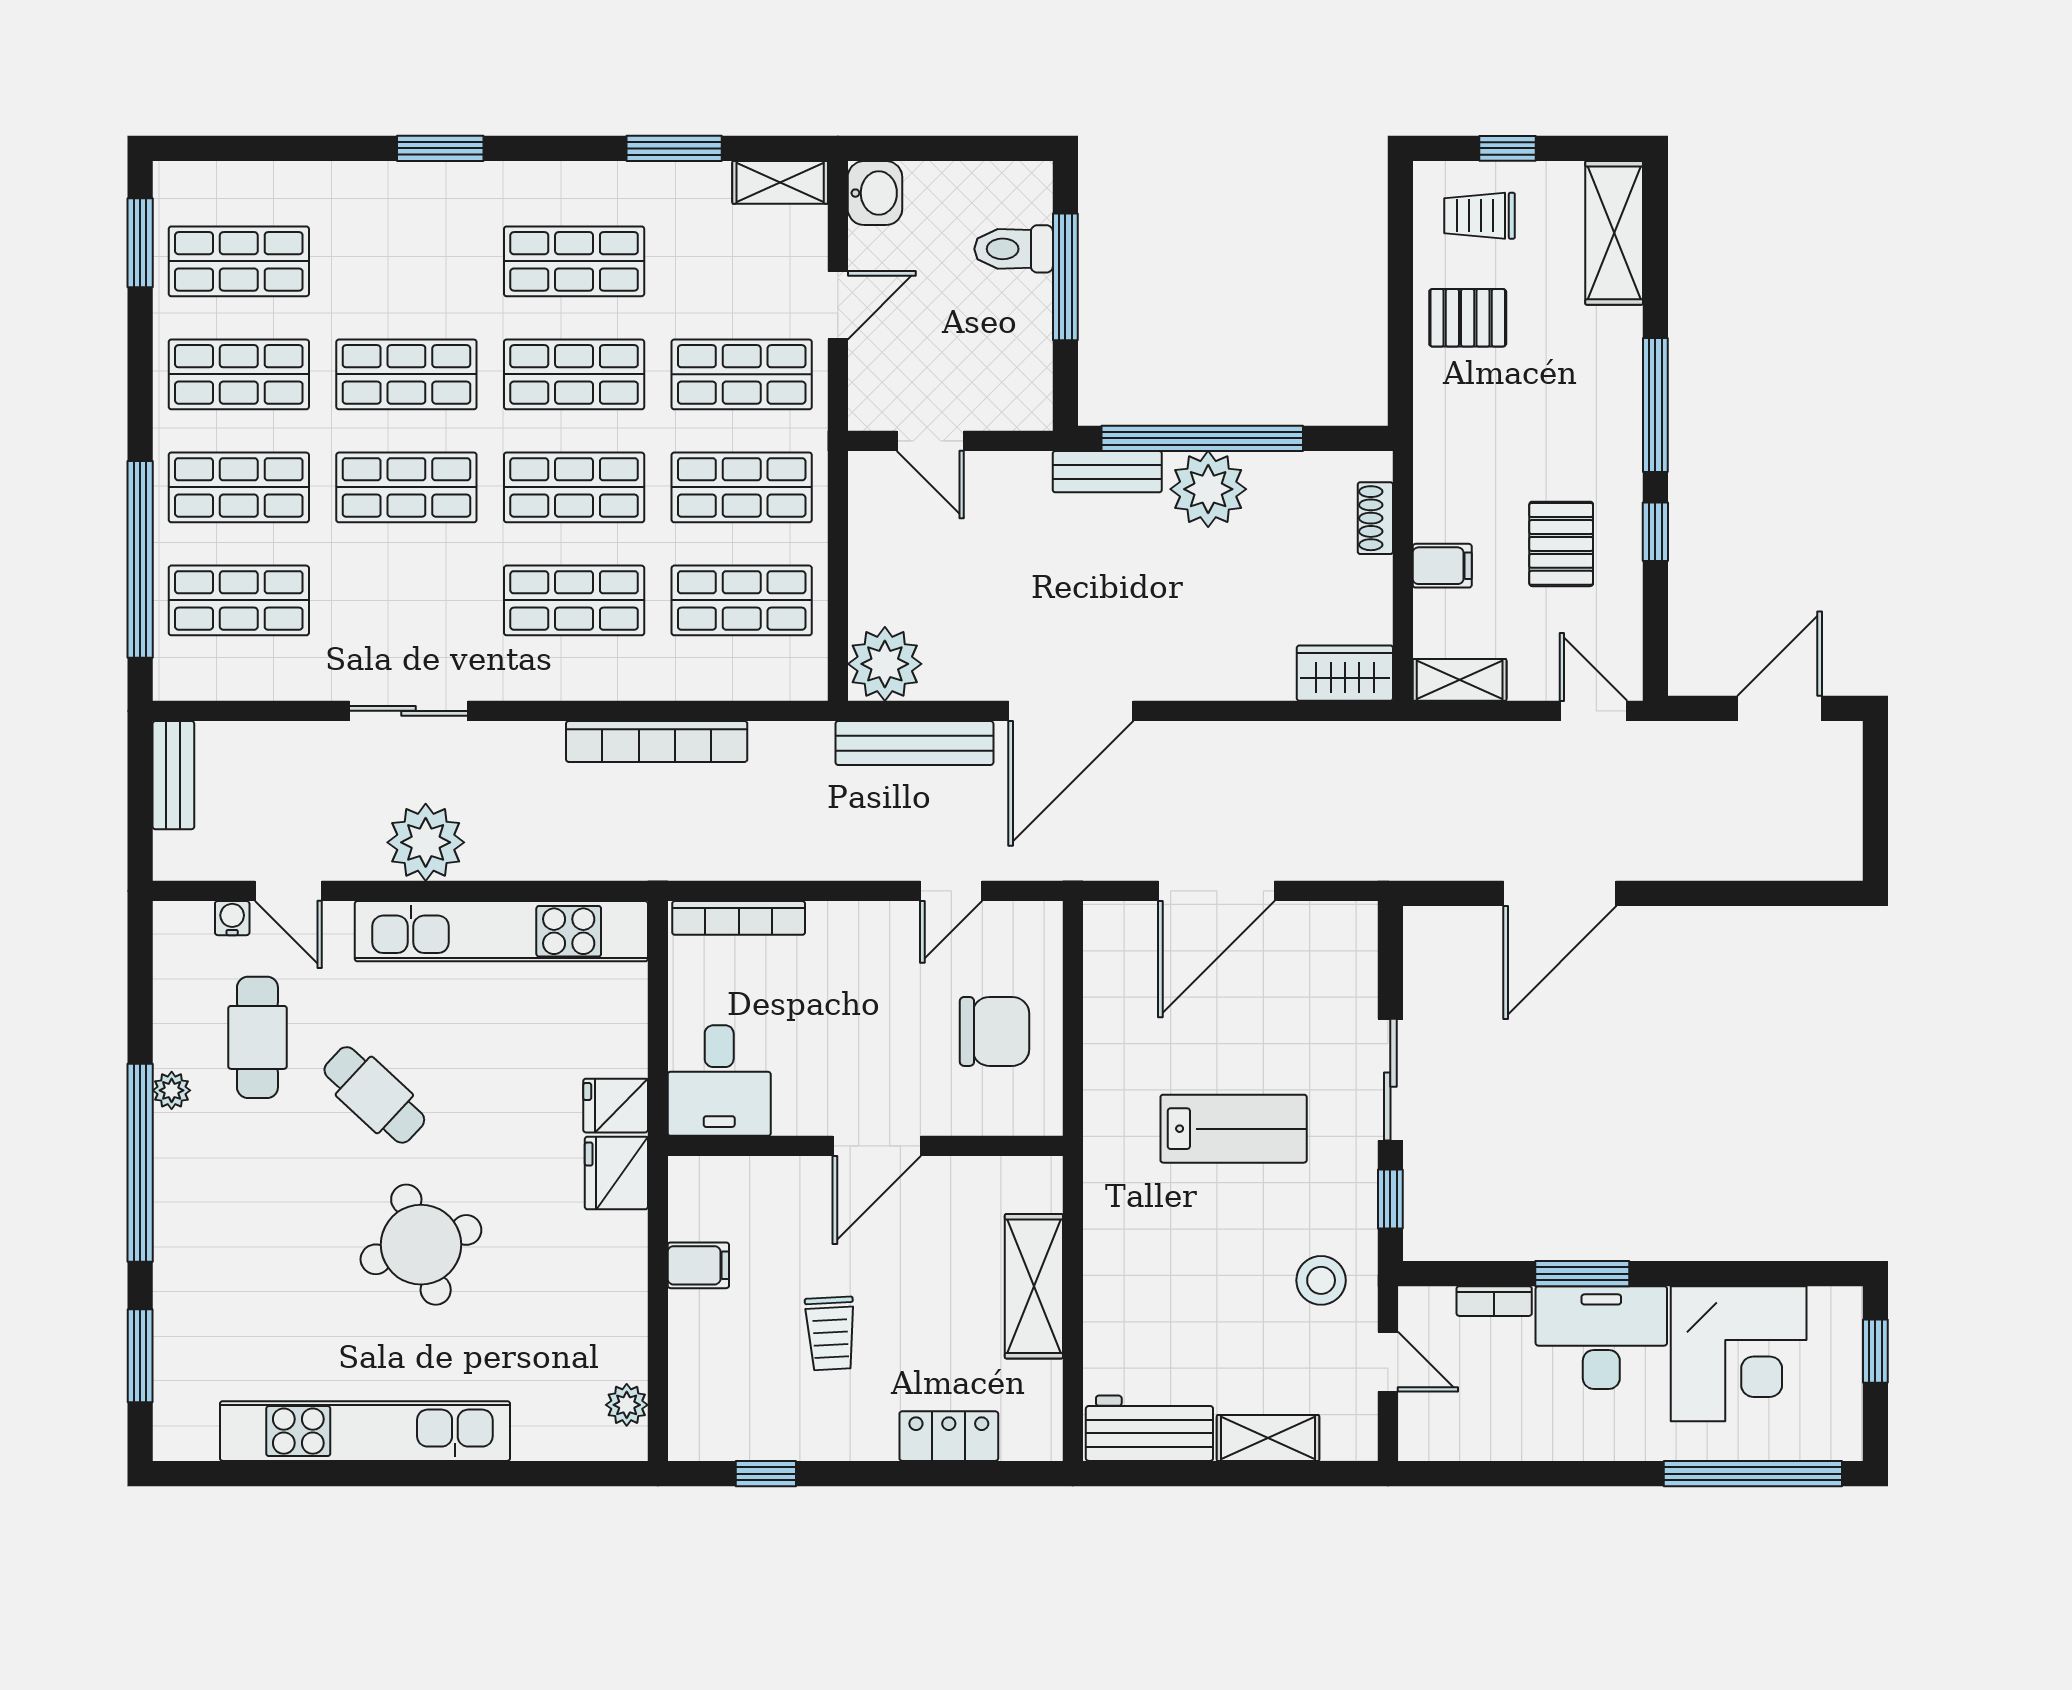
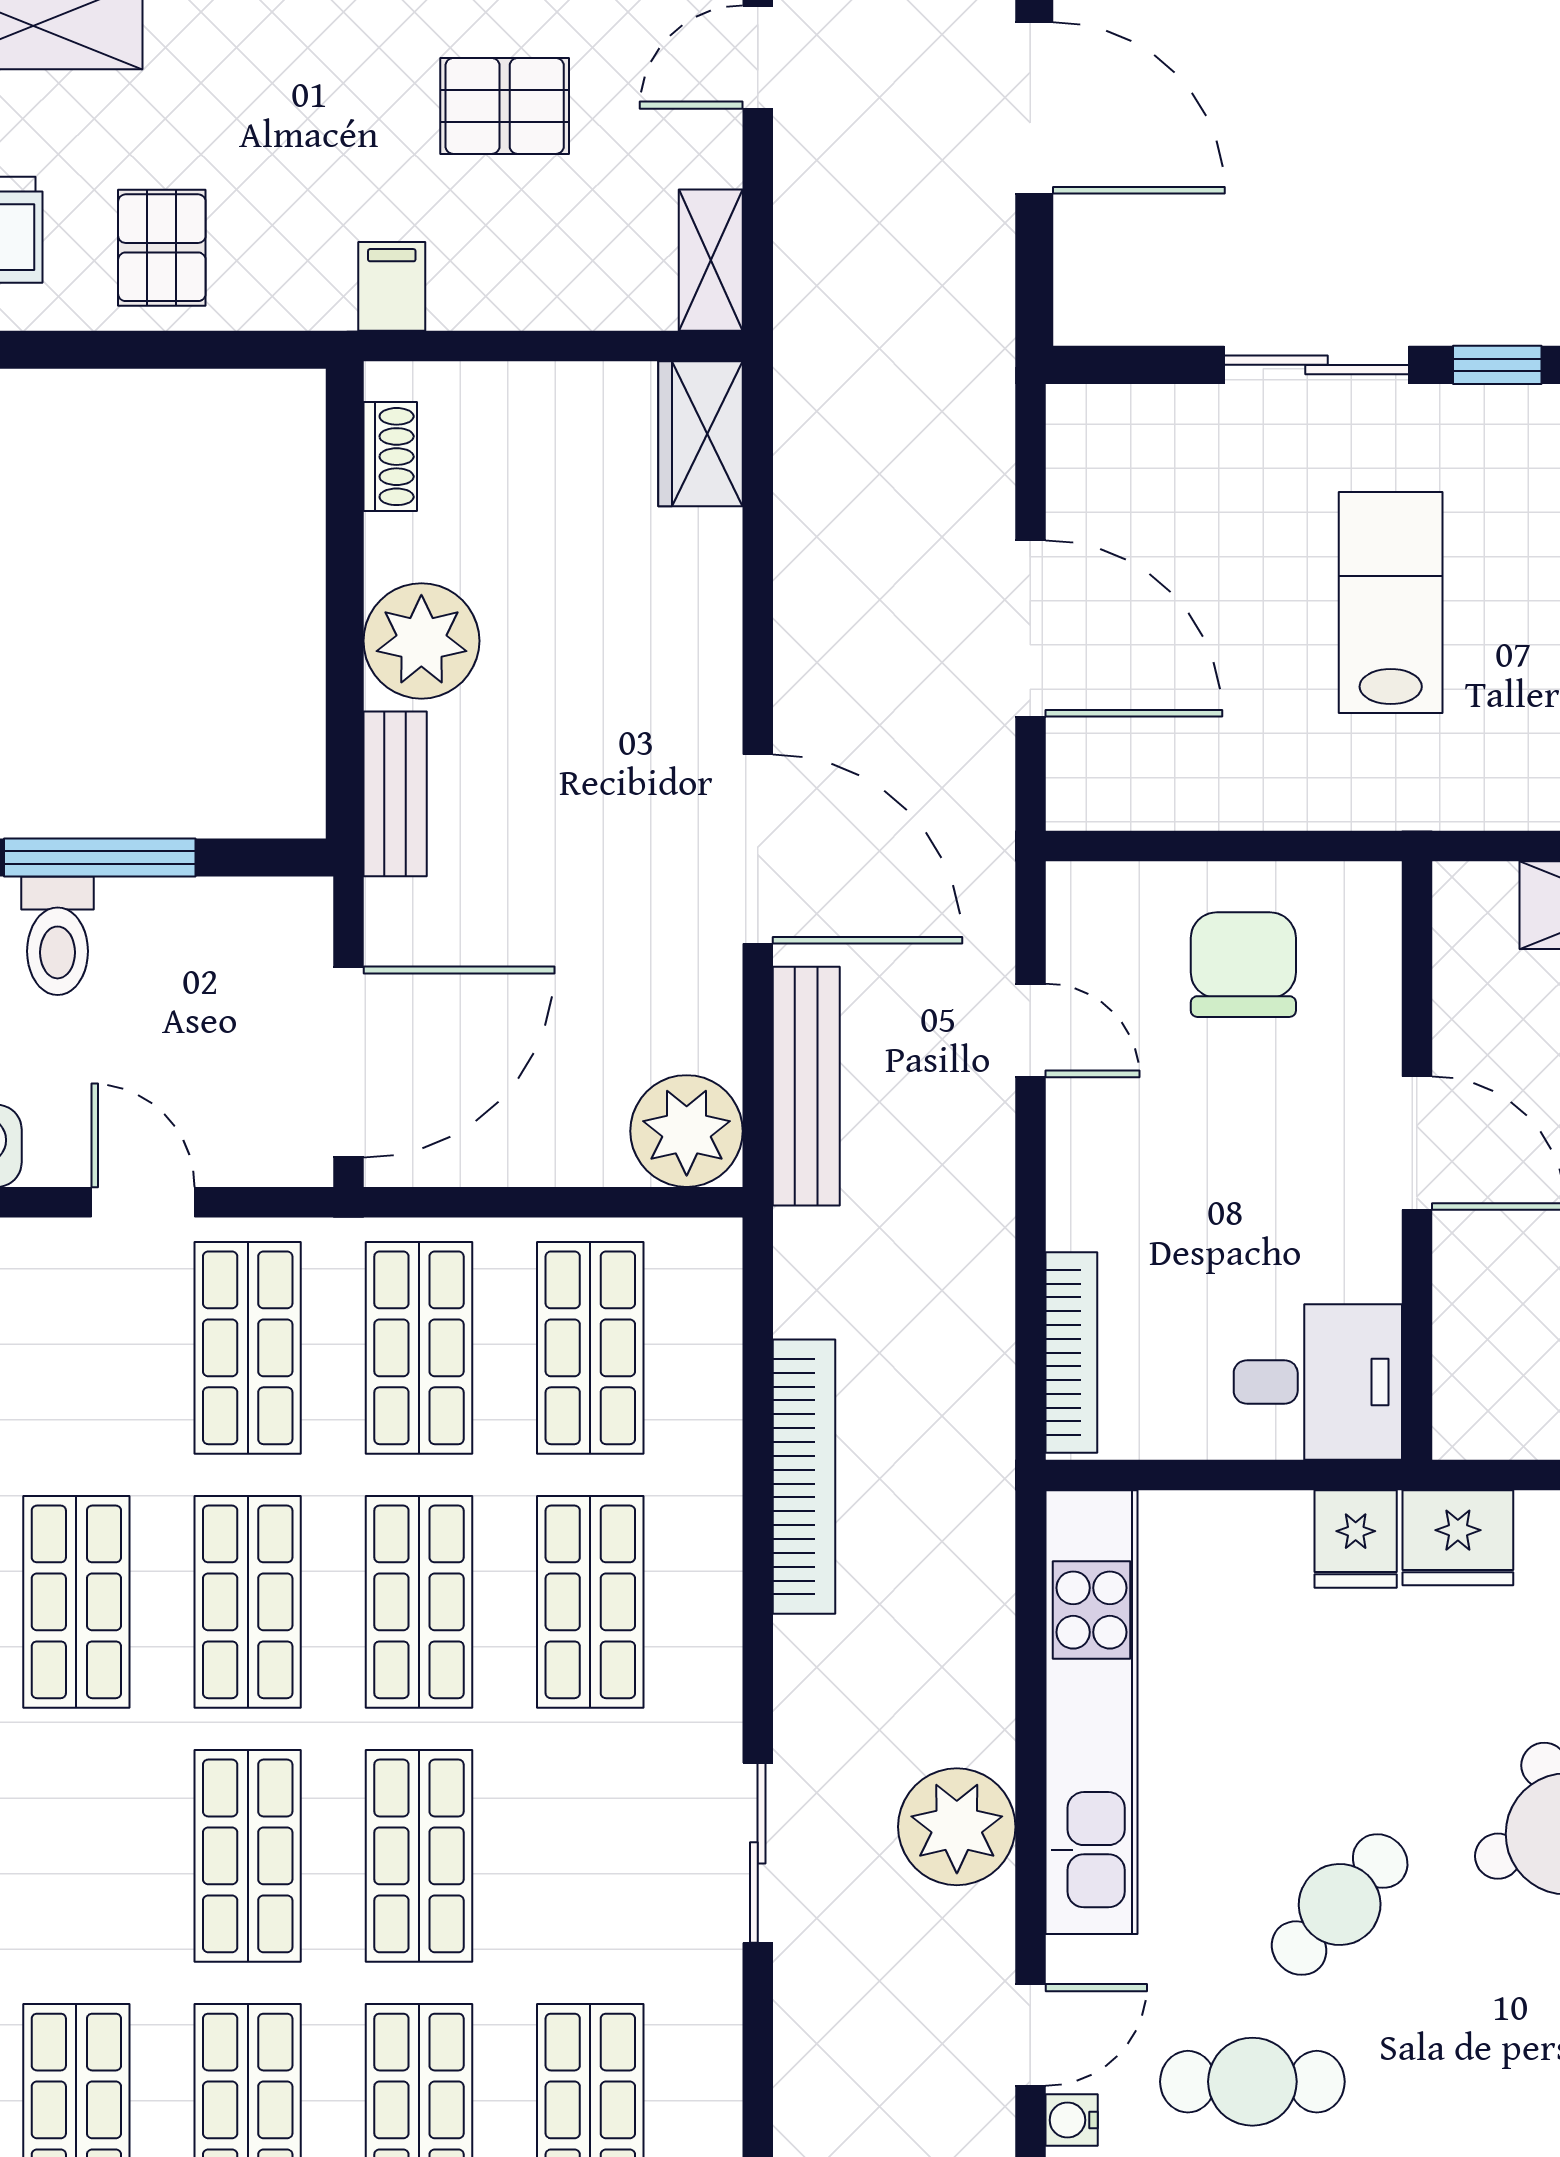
window: (1202, 438) -> (345, 650), removed
door: (930, 441) -> (349, 1062), width x1.88
shoe rack: (1375, 518) -> (390, 457), moved, turned -90
filing cabinet: (1442, 566) -> (392, 286), moved

